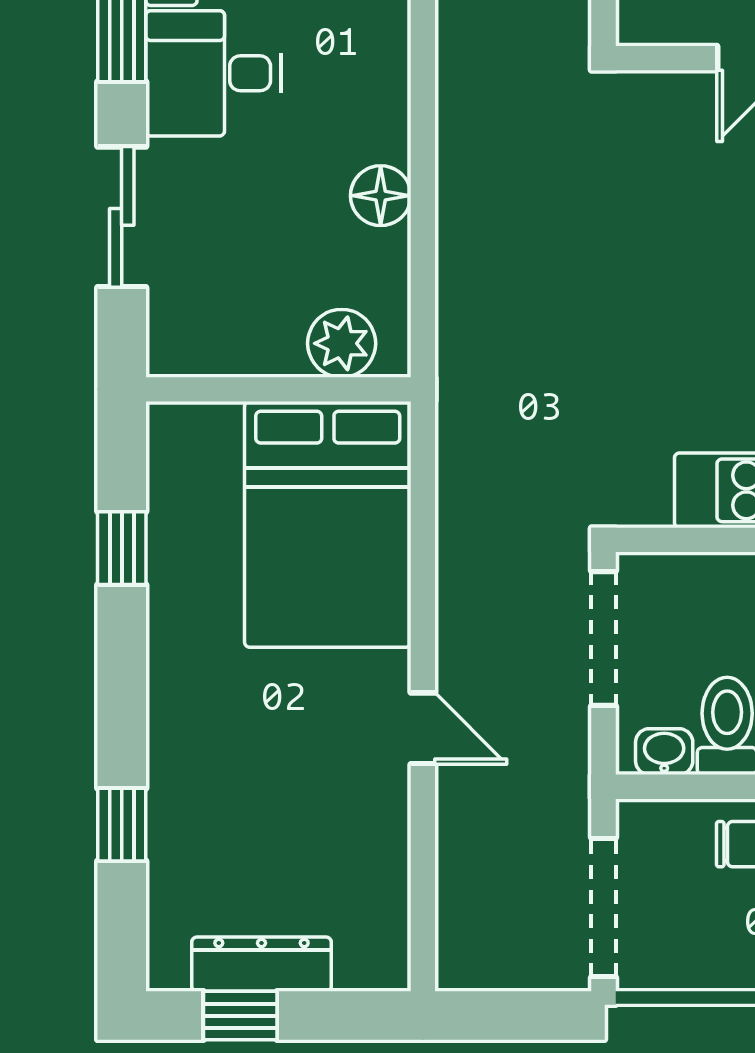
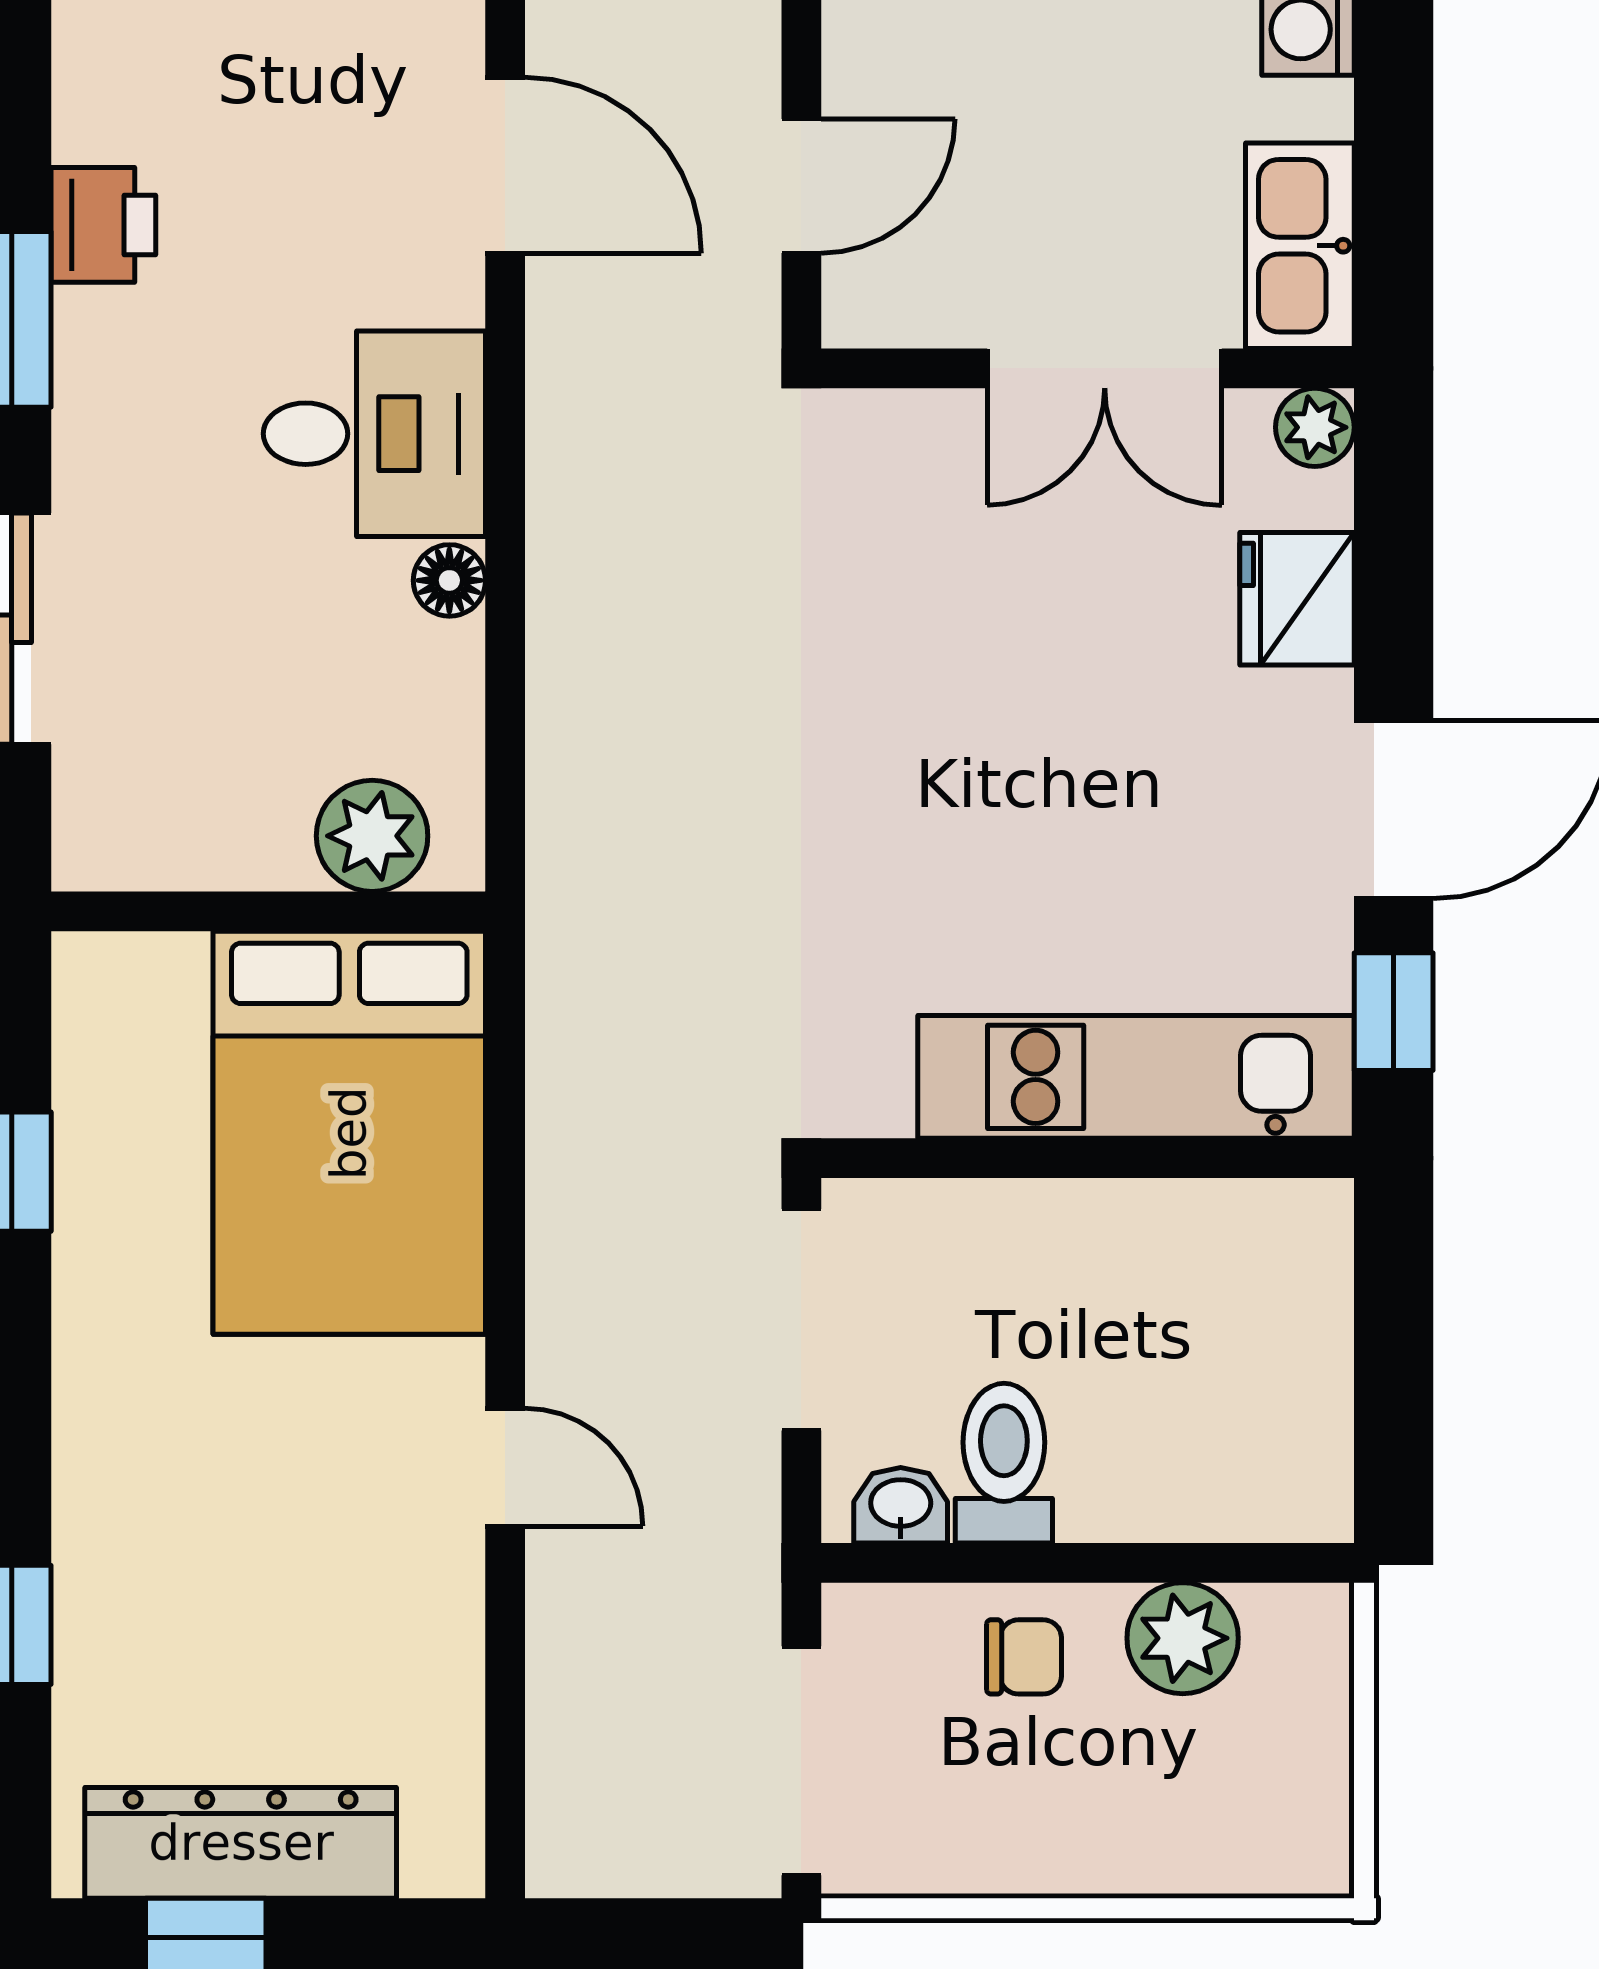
desk: (214, 73) -> (374, 434), moved, turned 180
floor lamp: (381, 196) -> (449, 580), width x0.73, depth x0.73
dresser: (261, 964) -> (241, 1843), width x1.37, depth x1.24

